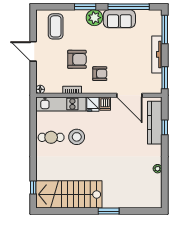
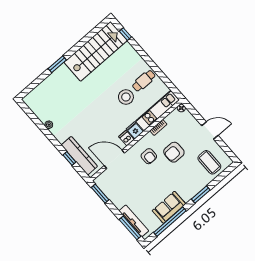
plant: (94, 18) -> (187, 193), removed
tv unit: (157, 54) -> (134, 221), moved
armchair: (100, 74) -> (149, 156), turned -90

